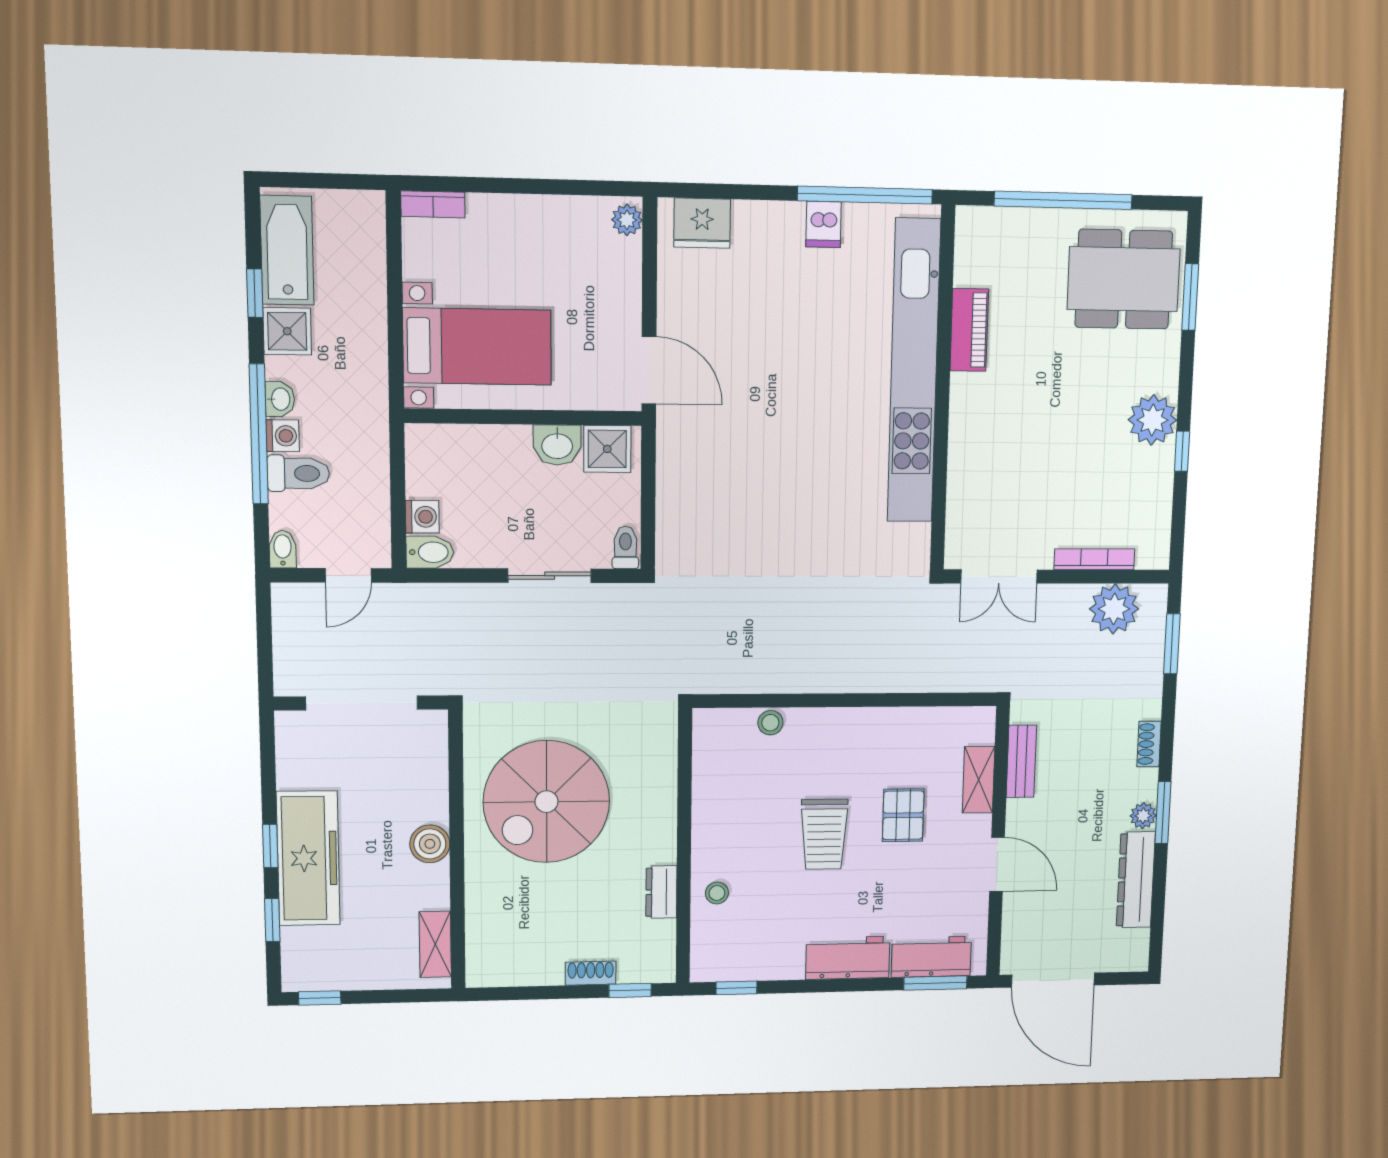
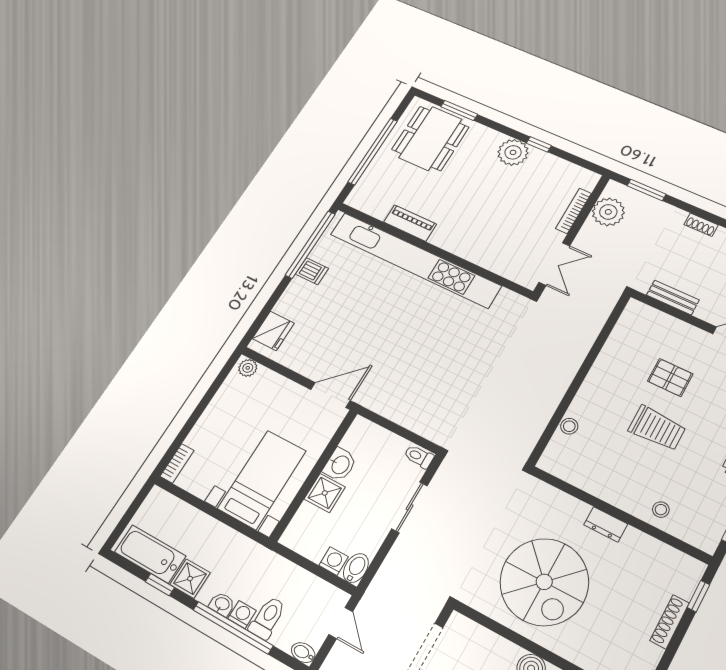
shower: (607, 449) -> (325, 493), moved
shelving: (979, 780) -> (671, 326), removed
dresser: (661, 892) -> (606, 524), moved
shoe rack: (591, 973) -> (670, 622), width x1.43

